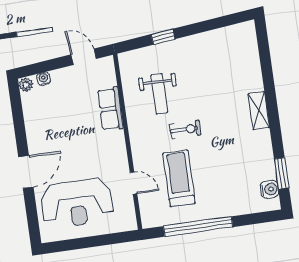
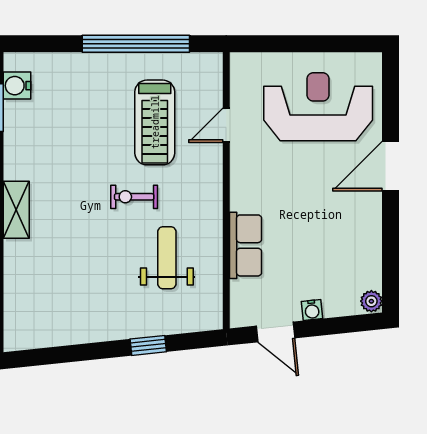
water cooler: (44, 79) -> (312, 310), moved
door: (133, 183) -> (226, 125), hinge flipped

